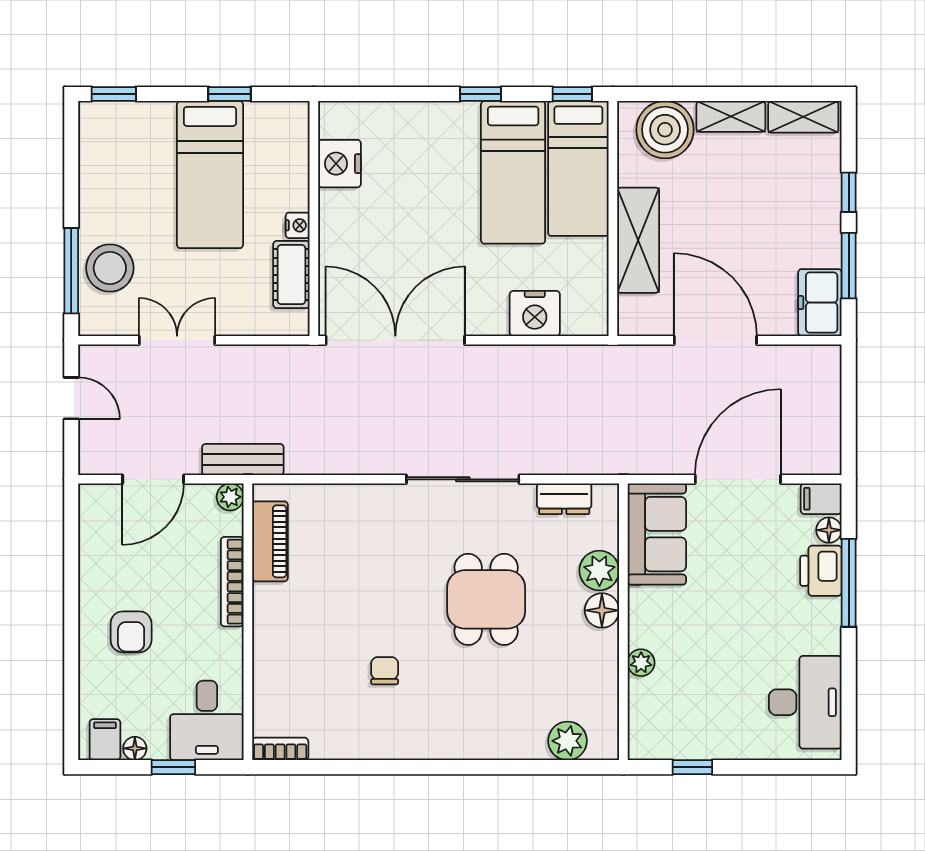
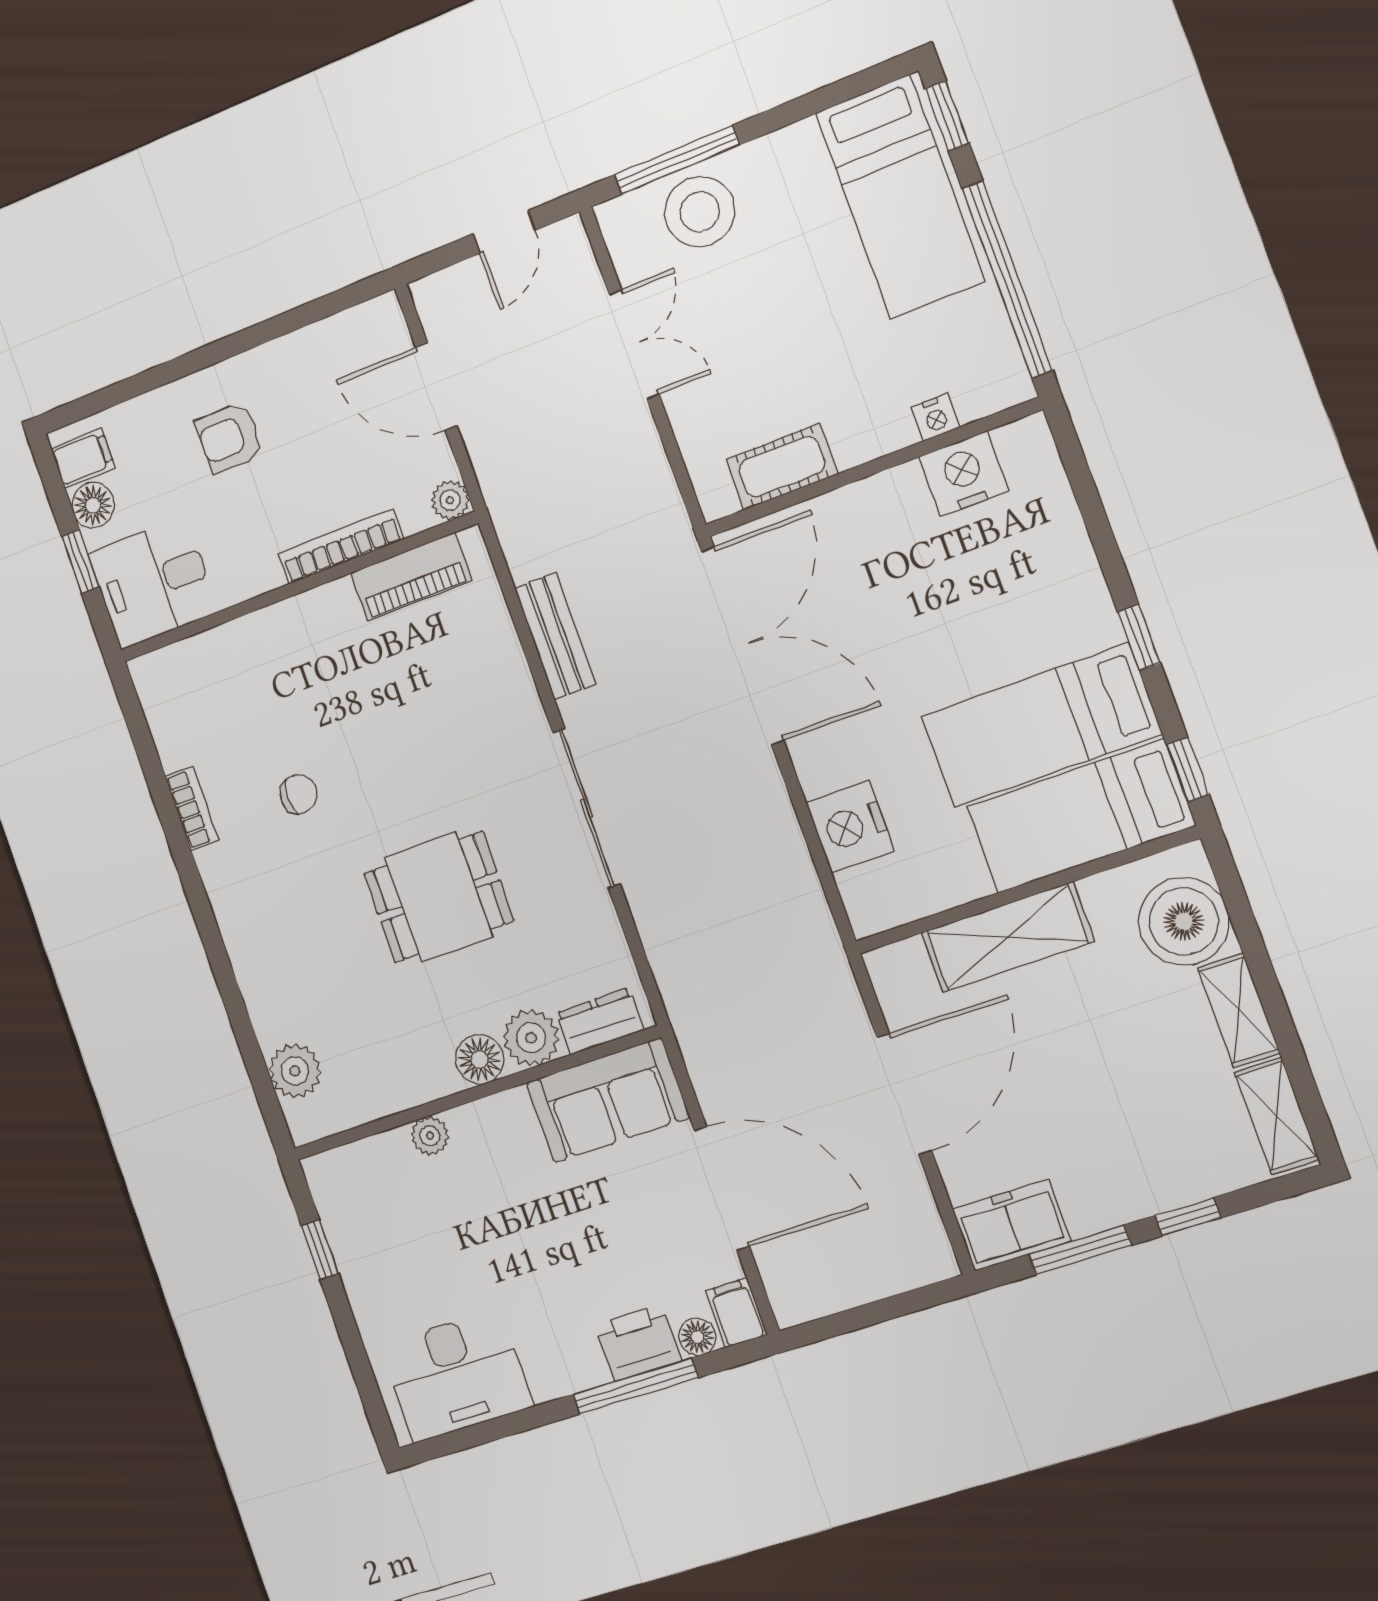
window: (230, 94) -> (1007, 279), width x3.17
bed: (210, 175) -> (900, 197), moved, turned -90
nightstand: (298, 225) -> (936, 417), moved
bench: (243, 459) -> (555, 636), moved
dresser: (564, 499) -> (600, 1021), moved, turned 90
floor lamp: (135, 748) -> (93, 505), width x1.37, depth x1.37
bookcase: (280, 749) -> (192, 808), moved

